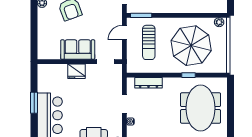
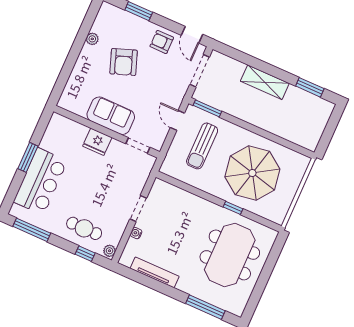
plant: (219, 22) -> (300, 160), removed
door: (124, 33) -> (177, 120), hinge flipped
dresser: (148, 83) -> (180, 195), removed

